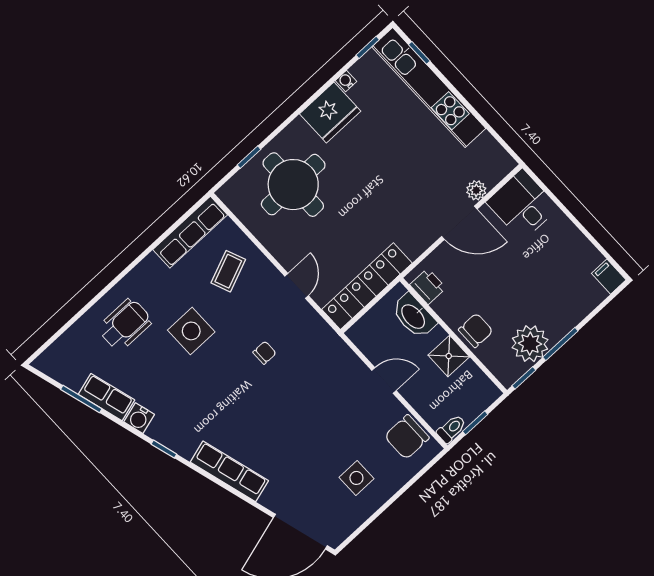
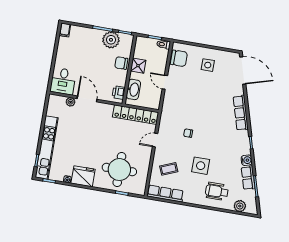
plant: (69, 345) -> (240, 206), added

